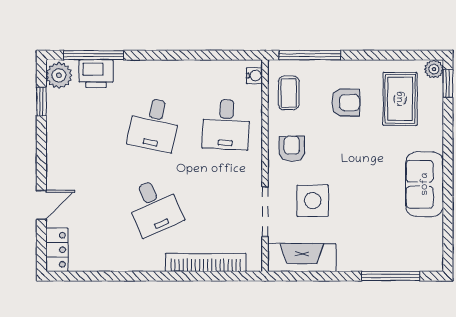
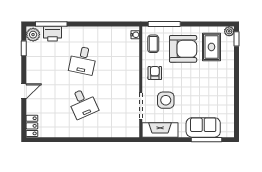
armchair: (346, 103) -> (183, 49), width x1.88, depth x1.88
desk: (226, 124) -> (120, 60), removed
sofa: (425, 184) -> (203, 127), moved, turned 90
door: (41, 205) -> (24, 91), moved
bookcase: (206, 262) -> (110, 132), removed

